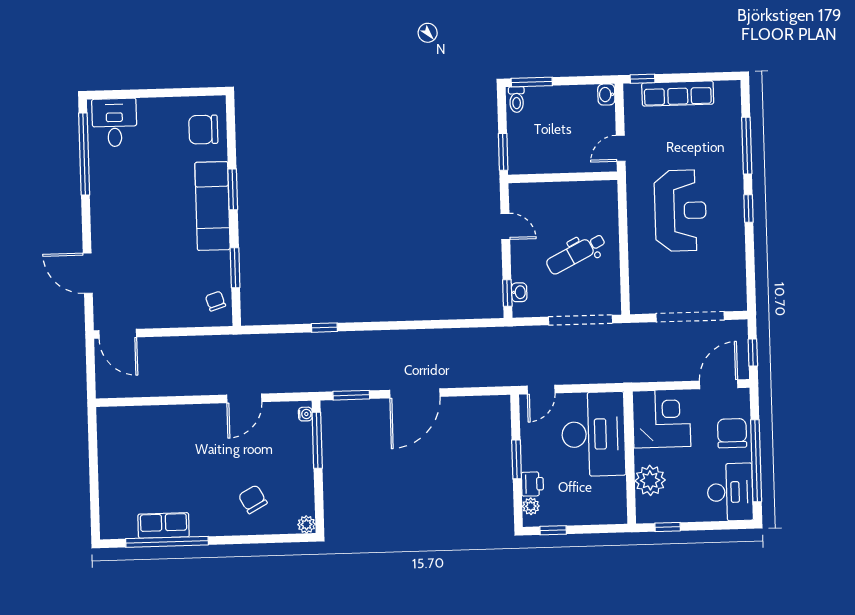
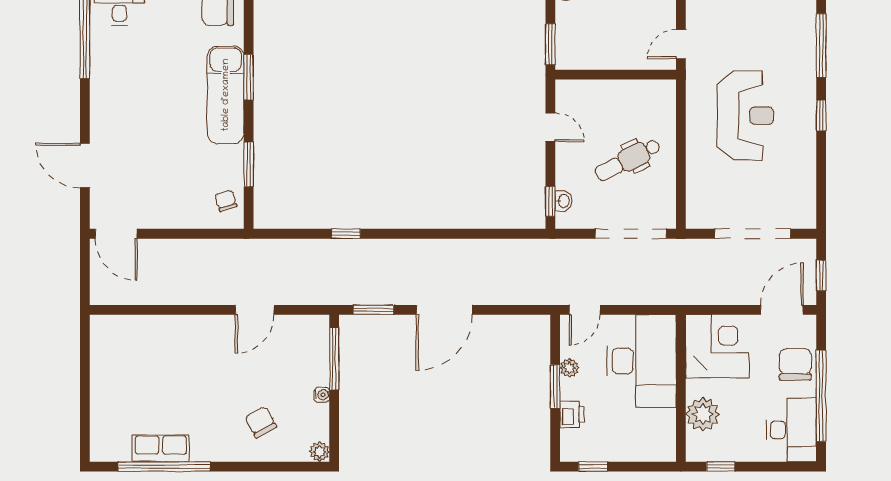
water cooler: (305, 414) -> (322, 395), moved
plant: (531, 506) -> (569, 368), moved

